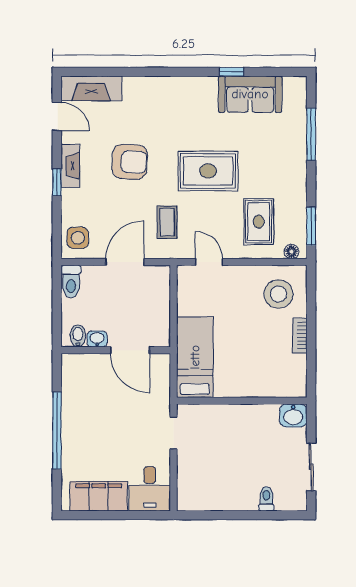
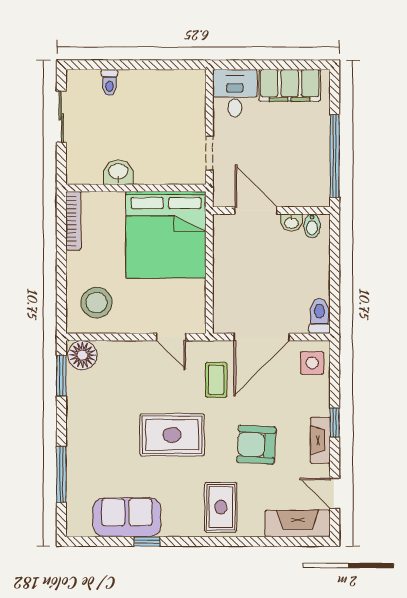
rug: (259, 222) -> (221, 507), moved
floor lamp: (292, 252) -> (82, 355), width x1.89, depth x1.89
door: (125, 262) -> (261, 337), width x1.36
bookcase: (300, 335) -> (73, 221), moved, width x1.56
bidet: (78, 336) -> (312, 226), moved
washbasin: (97, 339) -> (291, 223), moved
wall: (116, 350) -> (271, 211), moved
door: (130, 350) -> (256, 211), moved
bed: (195, 357) -> (166, 235), width x2.04
washbasin: (293, 415) -> (118, 172), moved

